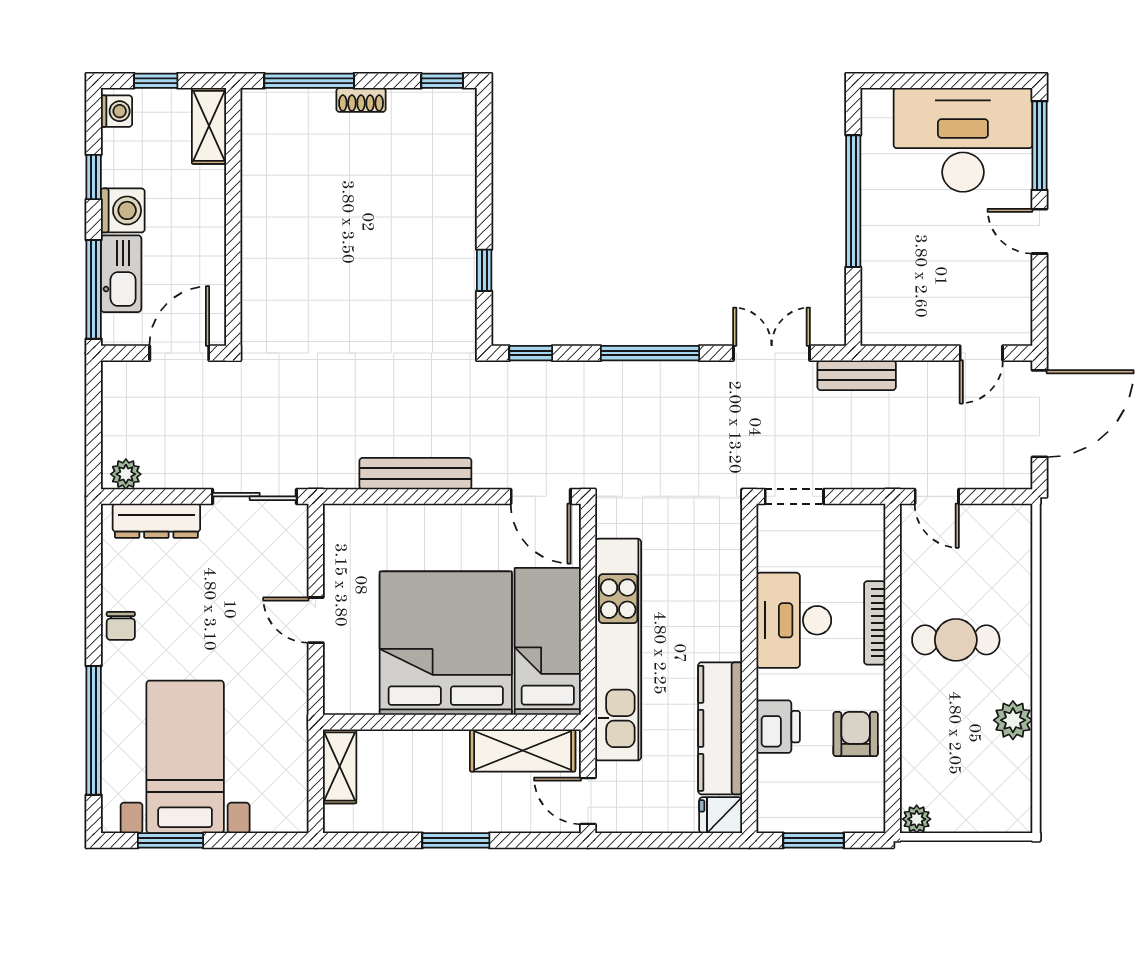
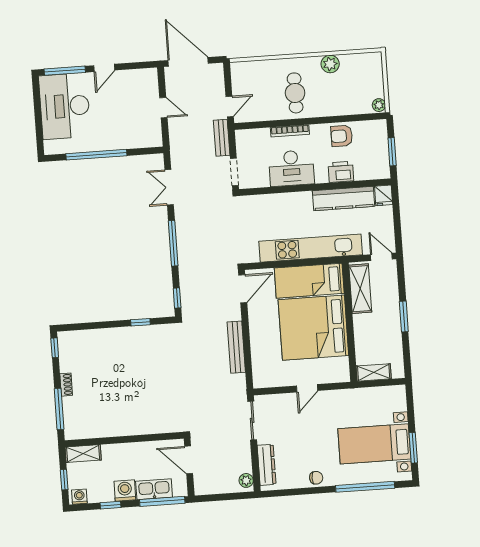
door: (981, 353) -> (163, 108), moved
bench: (857, 375) -> (222, 138), moved
door: (588, 801) -> (381, 257), swing flipped

